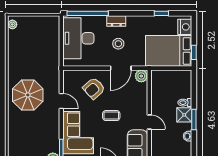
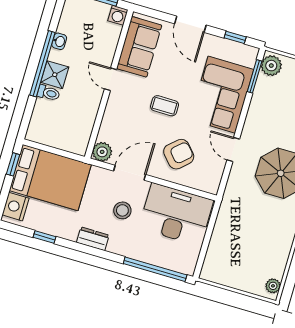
dresser: (116, 21) -> (93, 239), moved
desk: (78, 38) -> (176, 214), moved, turned -90
window: (194, 119) -> (42, 64), width x2.11

